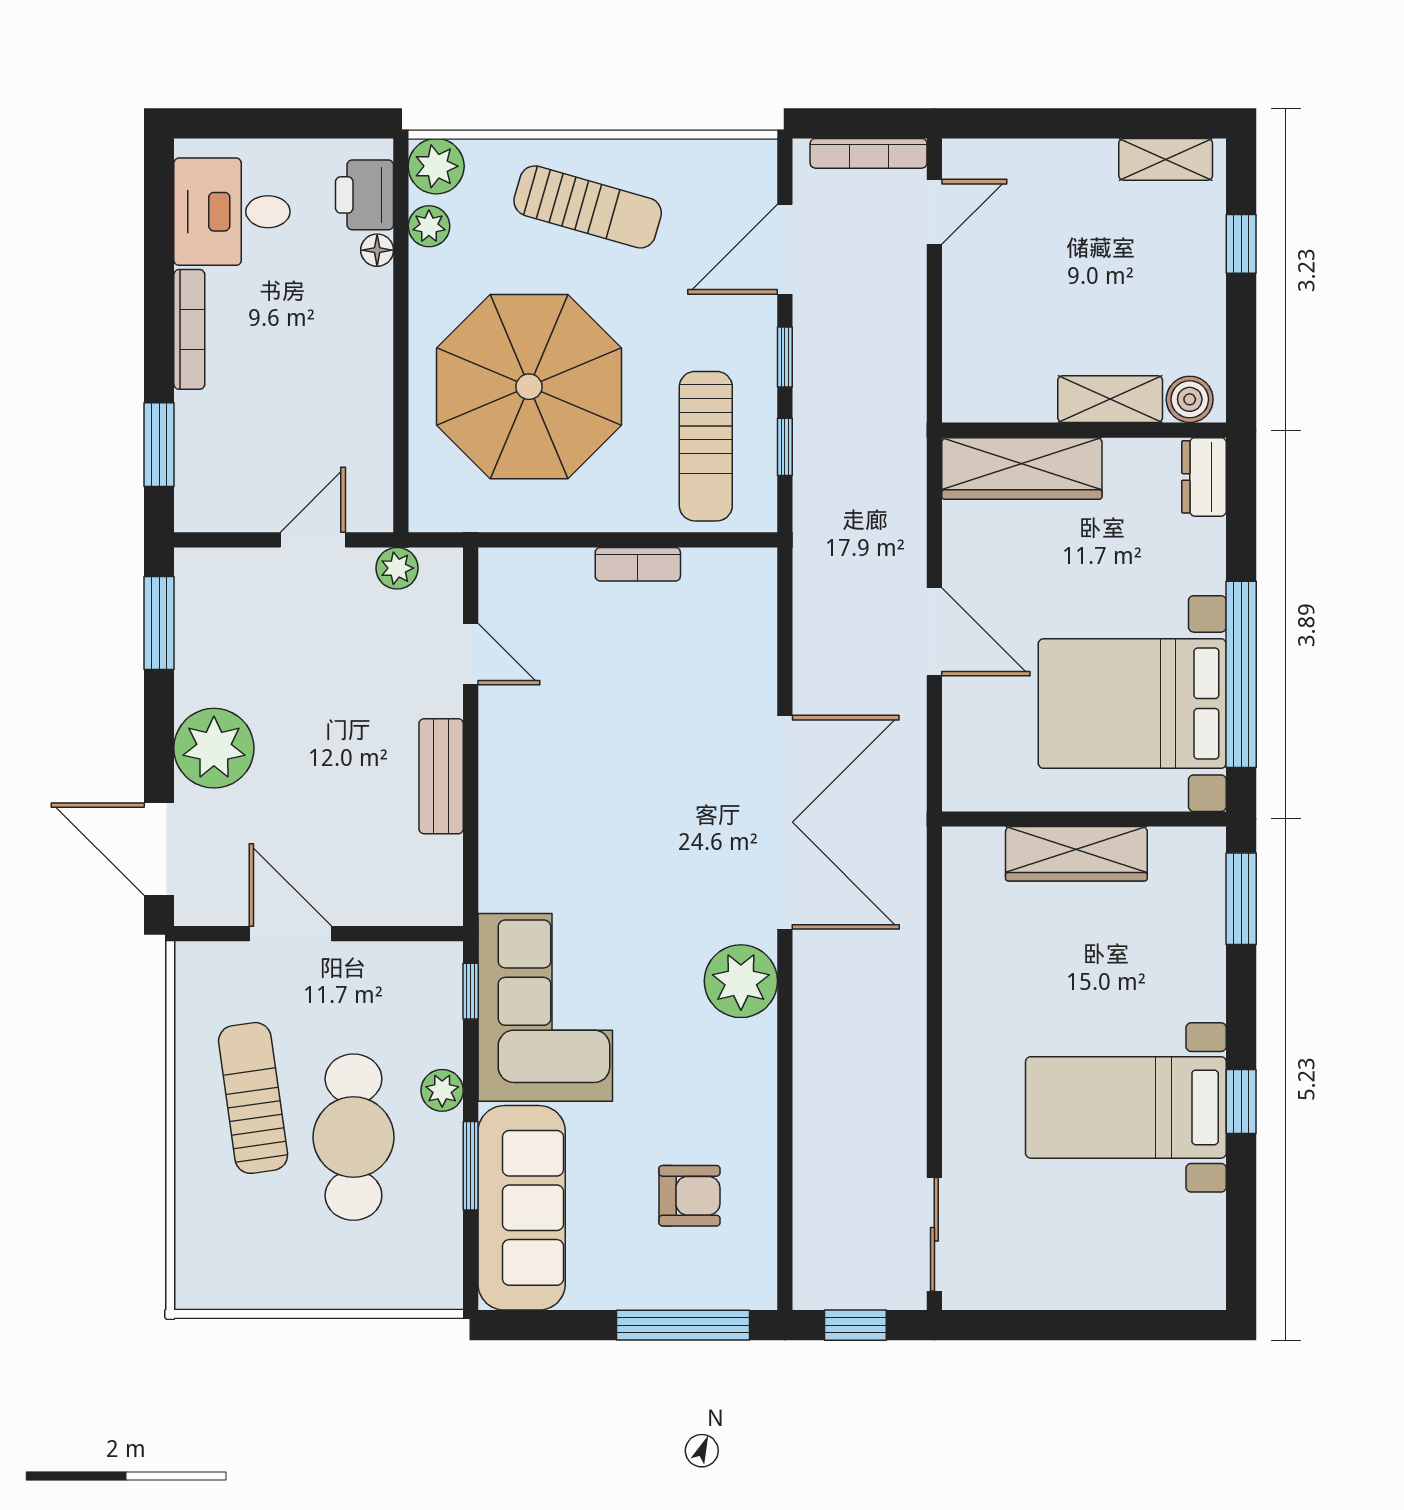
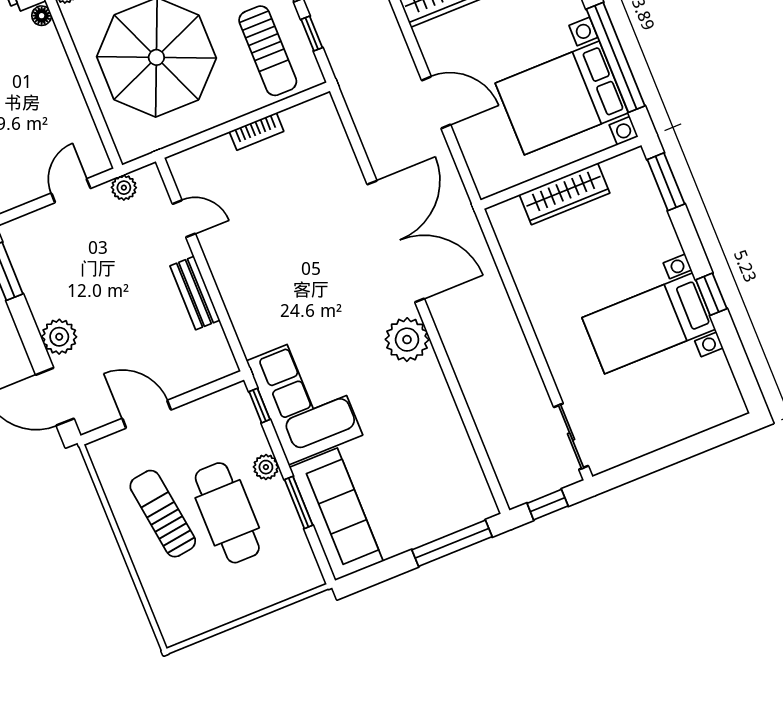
plant: (214, 748) -> (59, 337), width x0.73, depth x0.73
armchair: (689, 1196) -> (427, 470), removed

